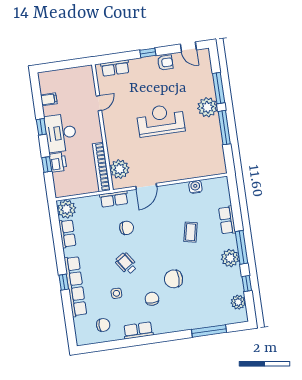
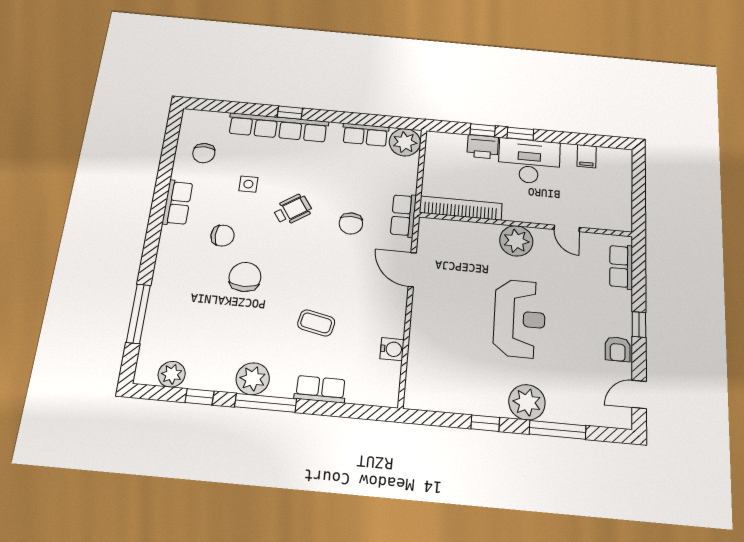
window: (41, 127) -> (520, 134), moved
window: (224, 128) -> (485, 423), width x0.46
plant: (119, 169) -> (516, 241), moved

